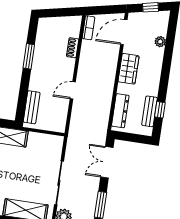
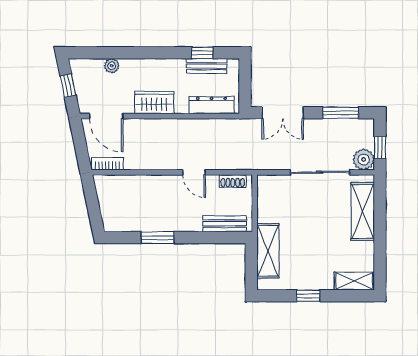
shoe rack: (73, 48) -> (233, 181), moved

